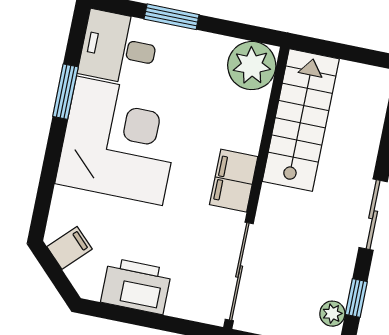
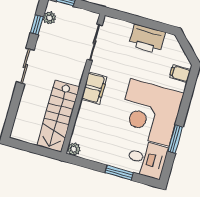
plant: (252, 66) -> (74, 149), width x0.53, depth x0.53
filing cabinet: (70, 248) -> (180, 74), moved, turned 45
sliding door: (239, 272) -> (95, 42), width x0.73

